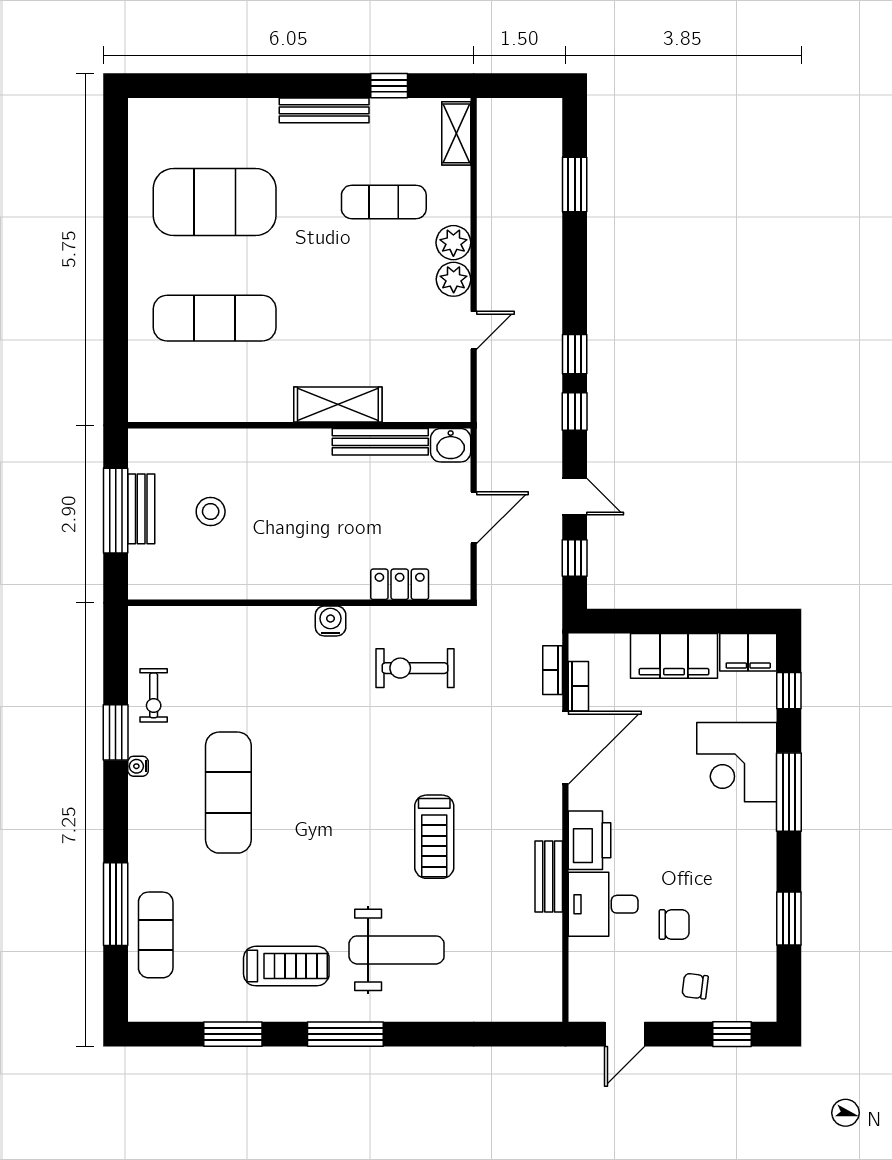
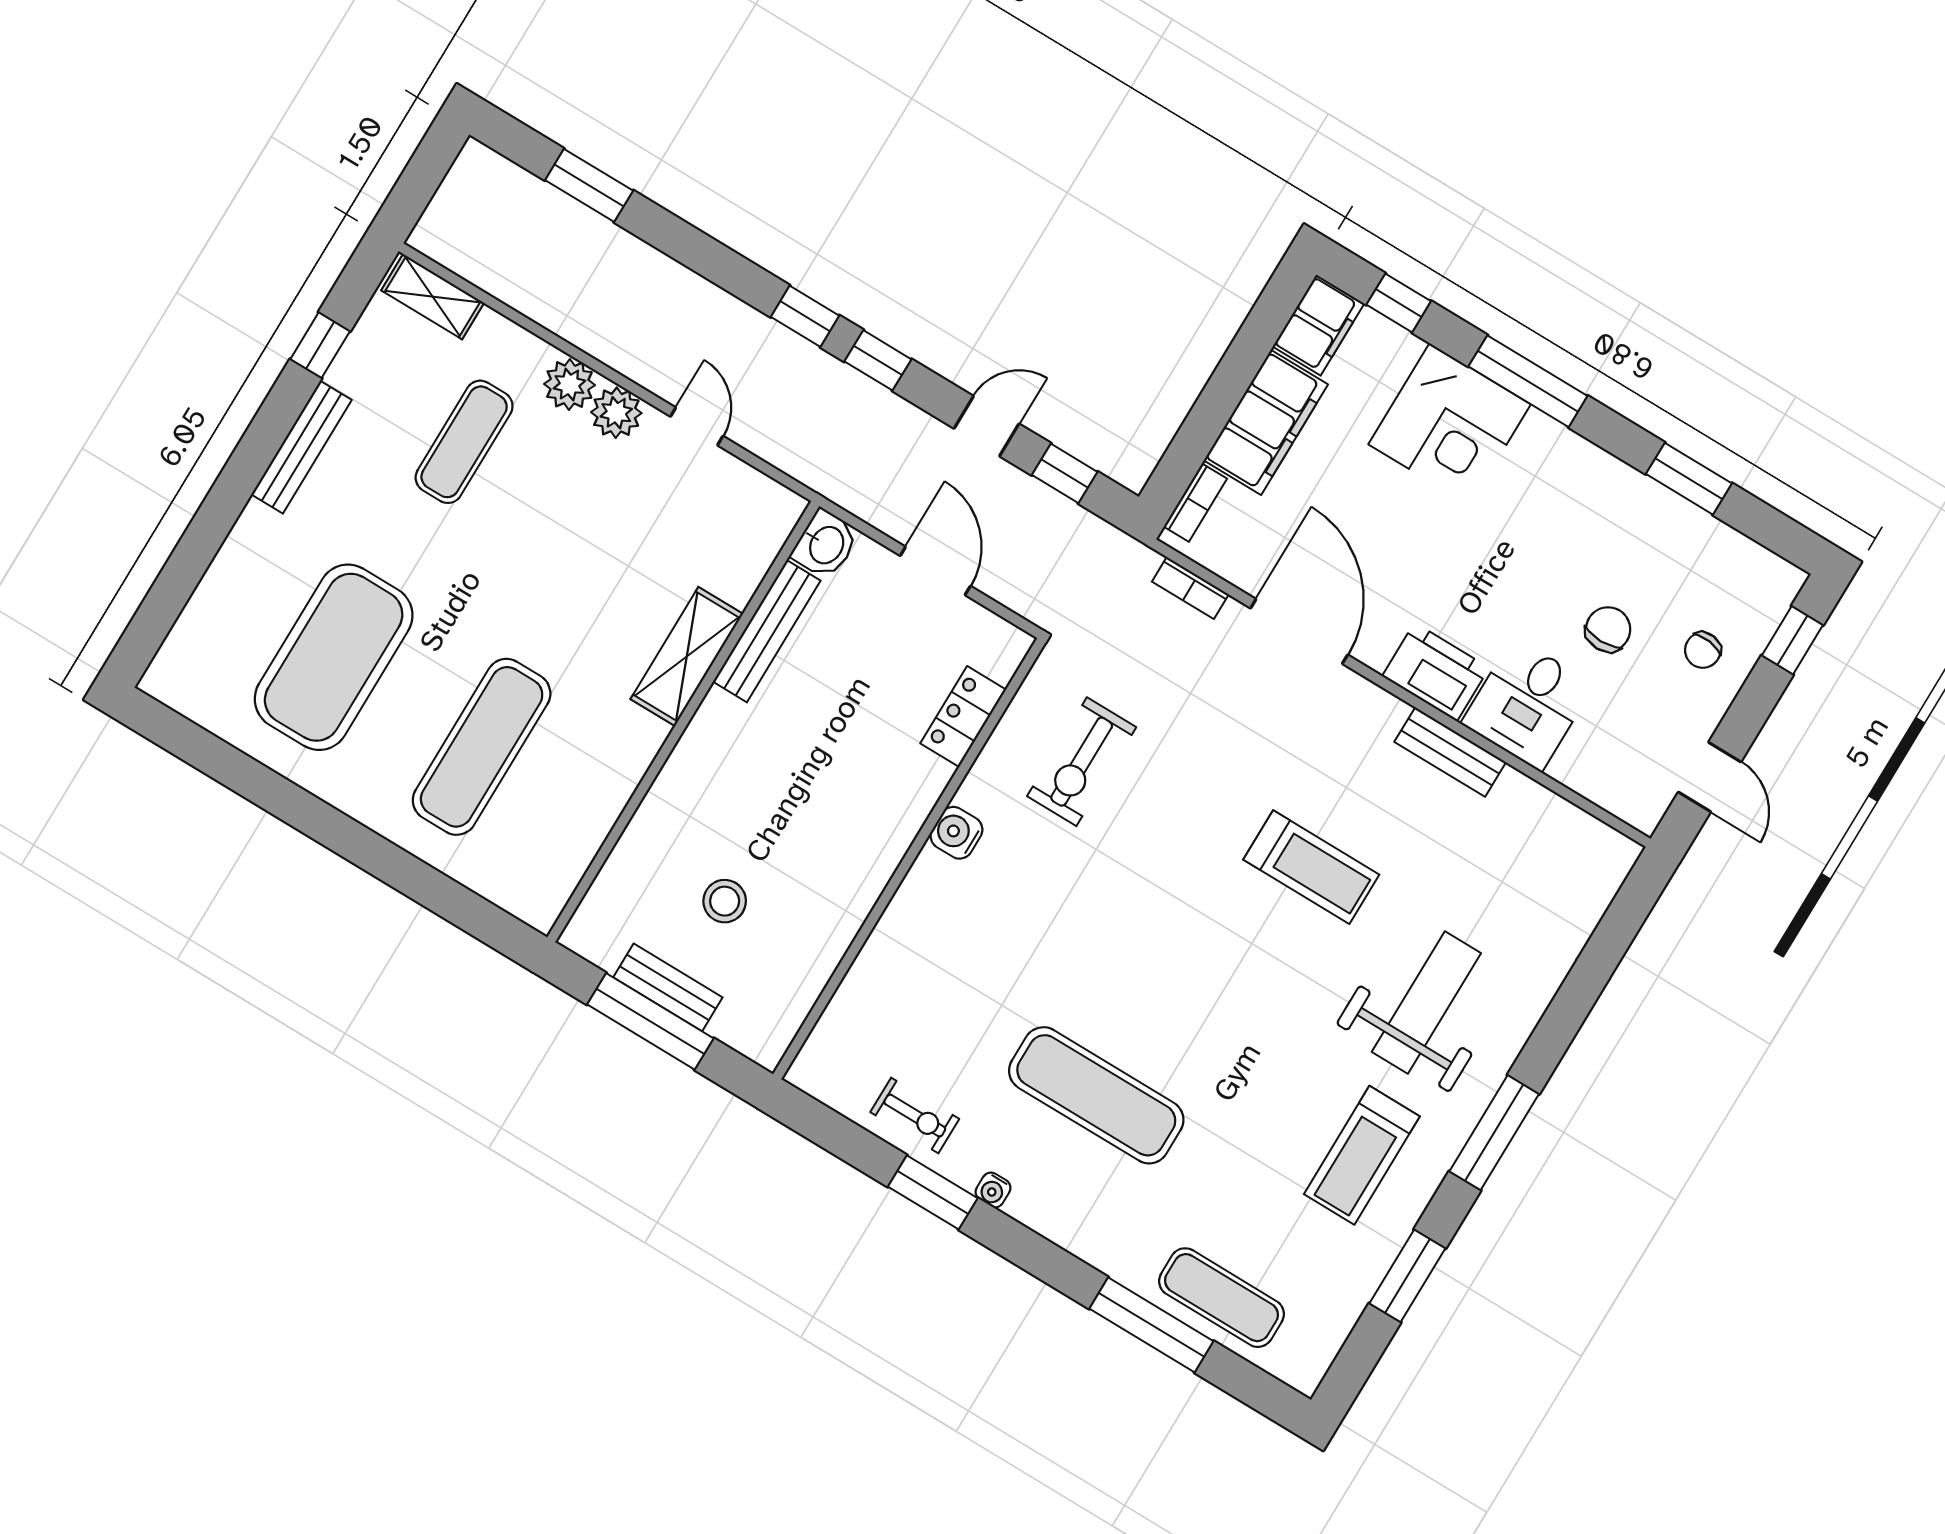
bookcase: (578, 686) -> (1195, 503), moved, turned 90
treadmill: (286, 966) -> (1362, 1155), turned 180

